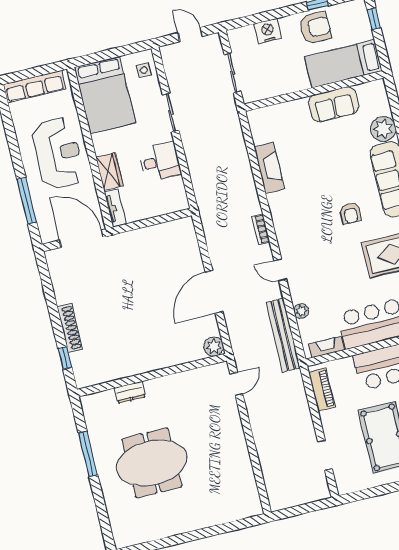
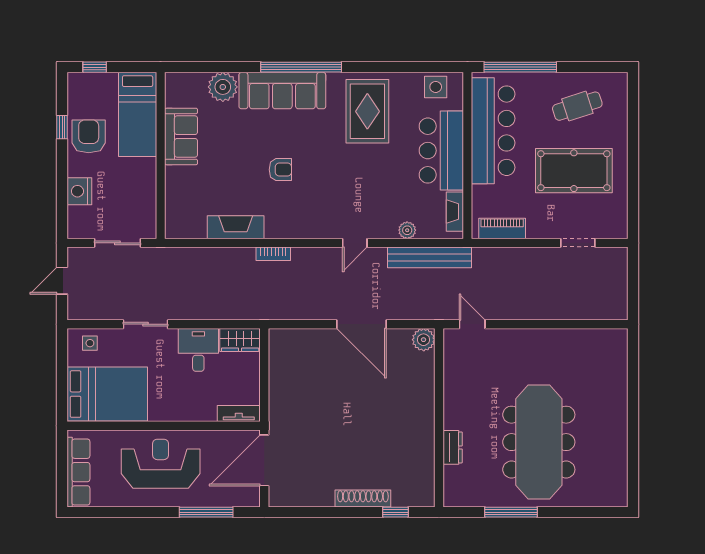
wardrobe: (109, 171) -> (240, 340), moved, turned 180
armchair: (350, 213) -> (280, 170), moved
bookcase: (261, 229) -> (273, 254), moved
meeting table: (152, 463) -> (539, 442), width x1.36

